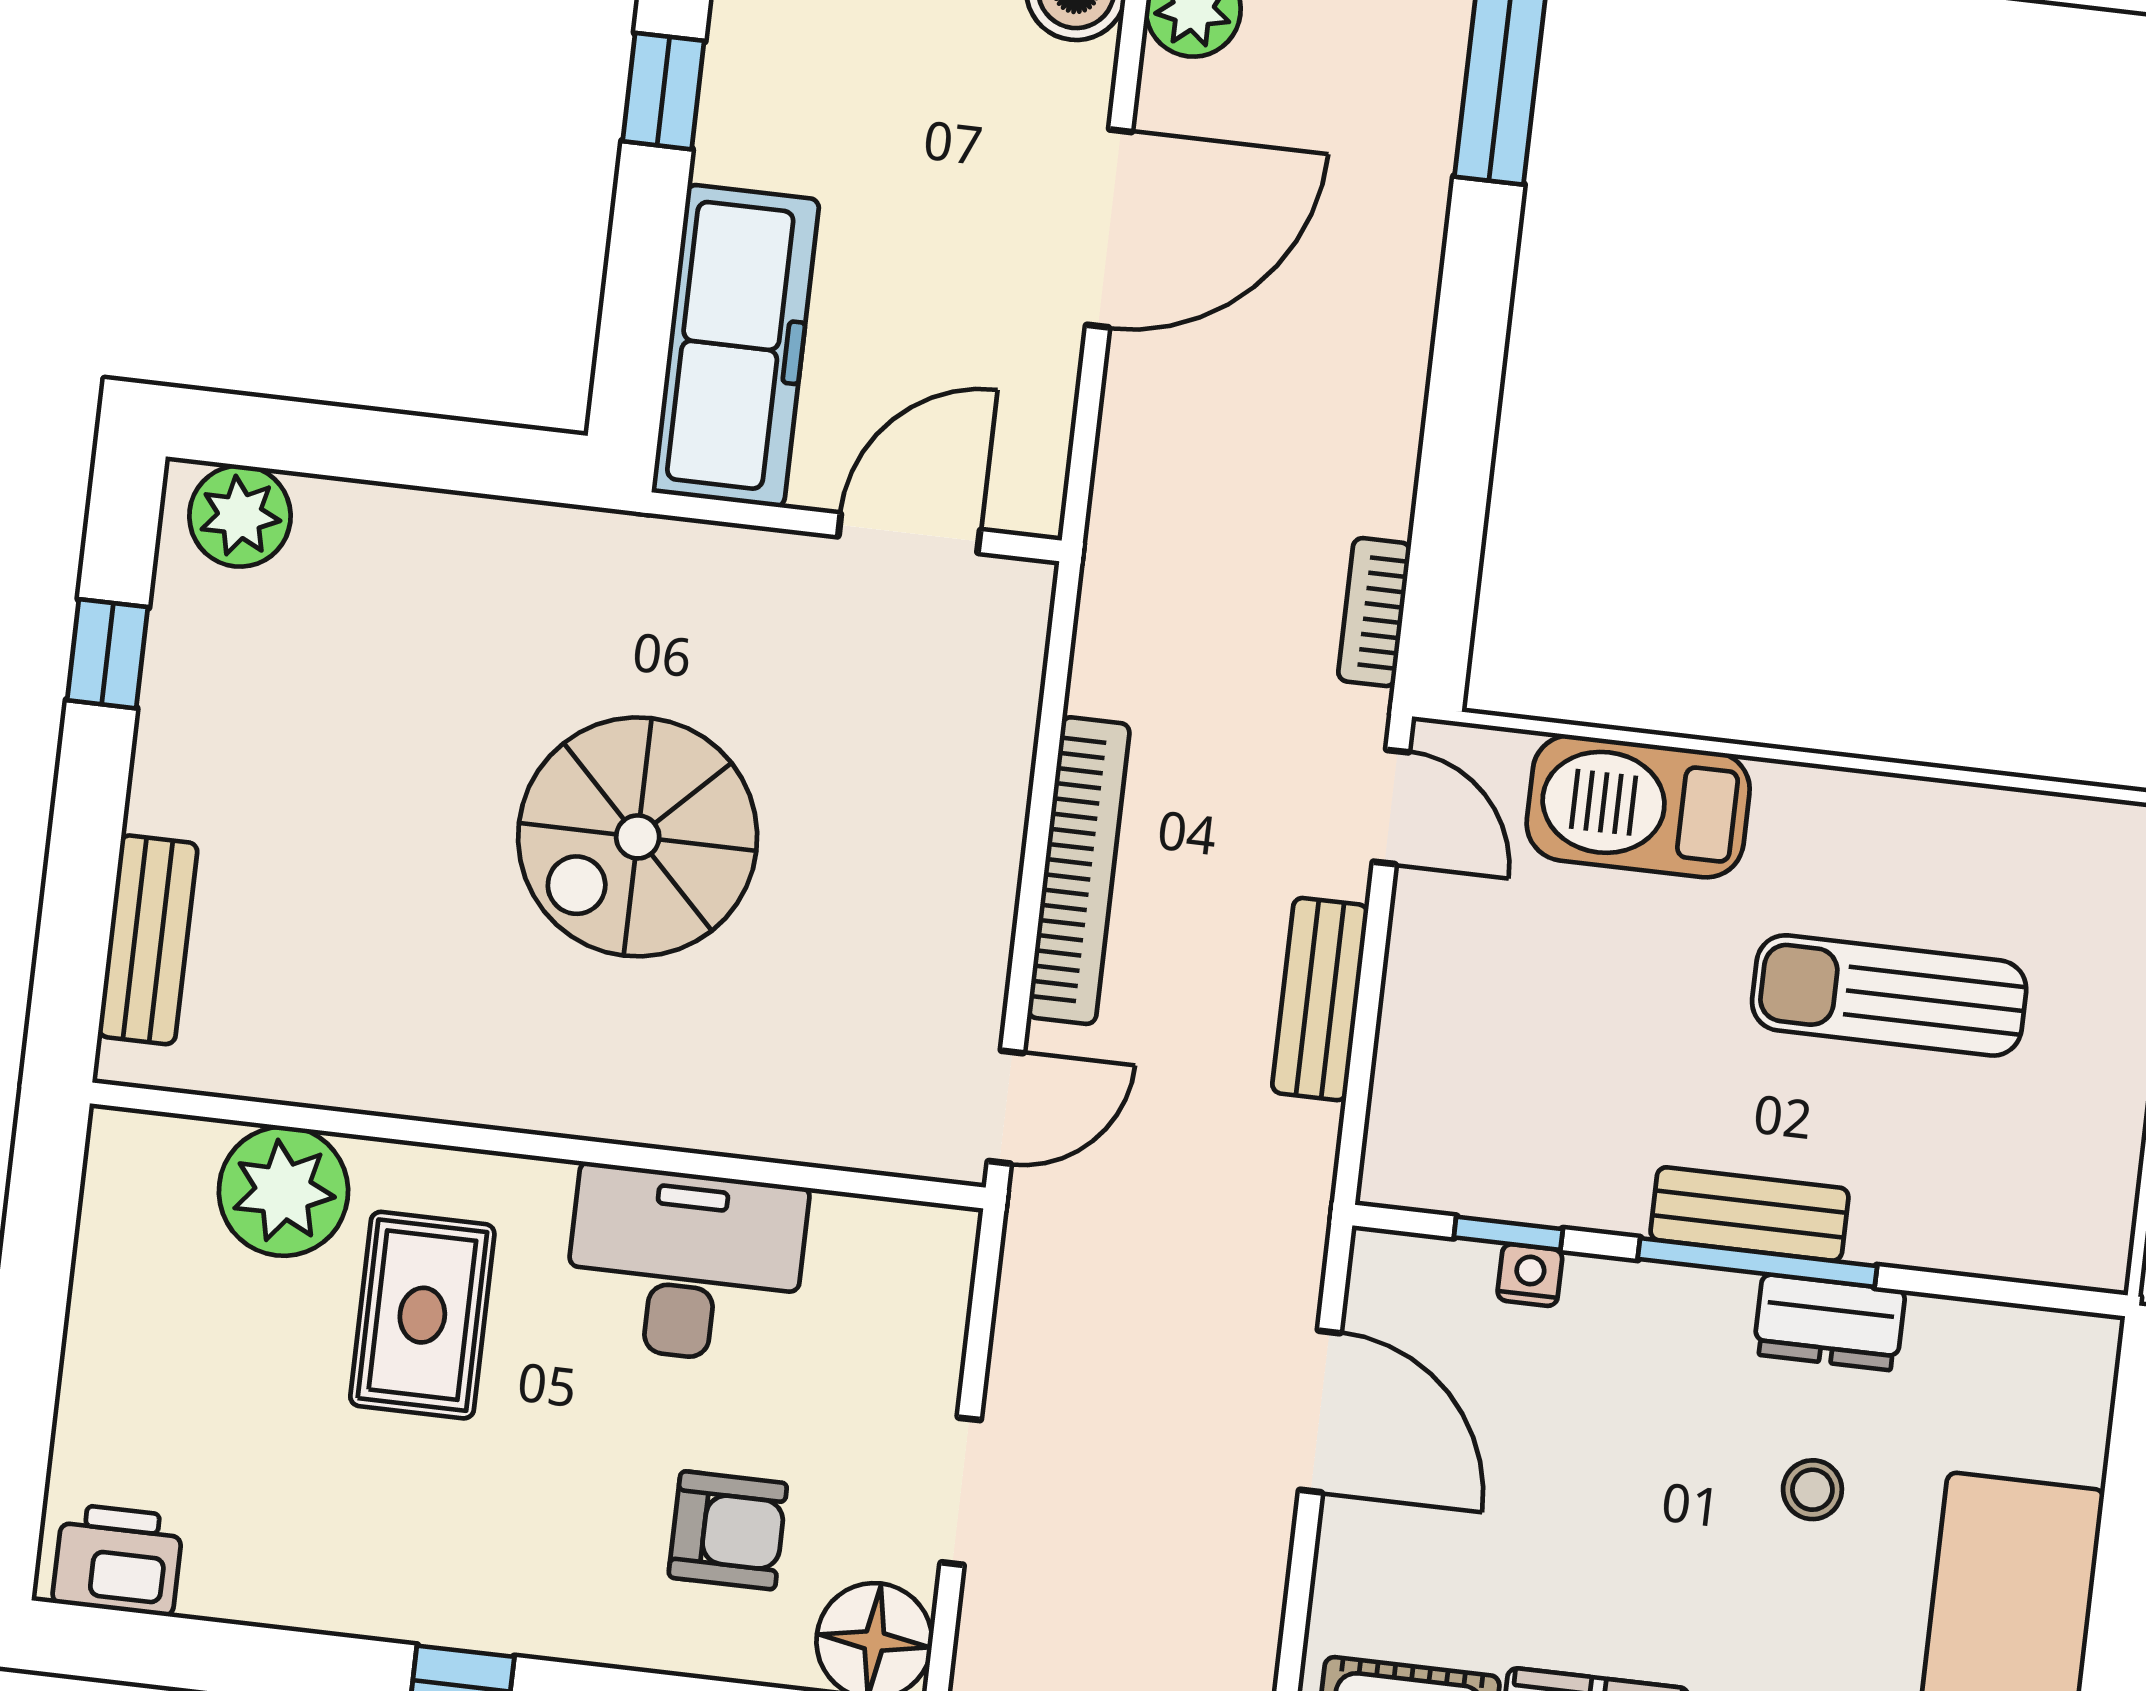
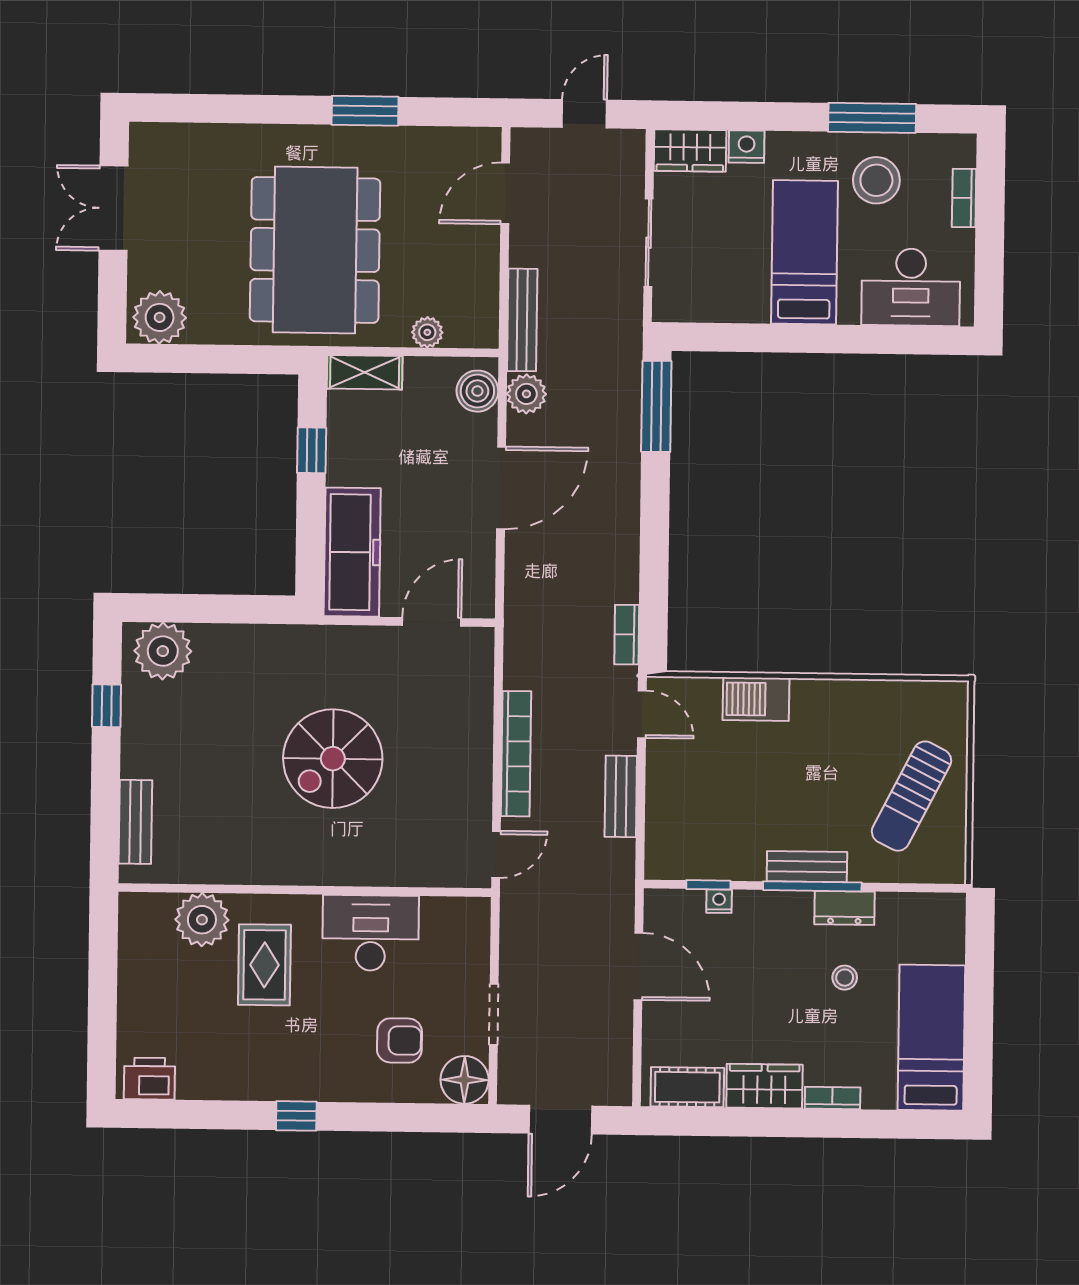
plant: (240, 516) -> (163, 651), width x1.36, depth x1.36
barbecue: (1638, 806) -> (756, 699), width x0.73, depth x0.83
sun lounger: (1889, 995) -> (912, 796), moved, turned -63

